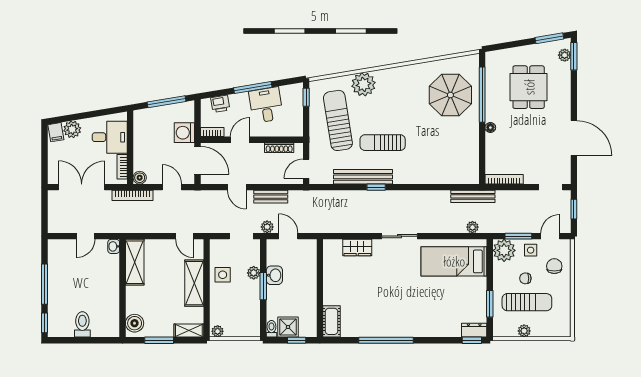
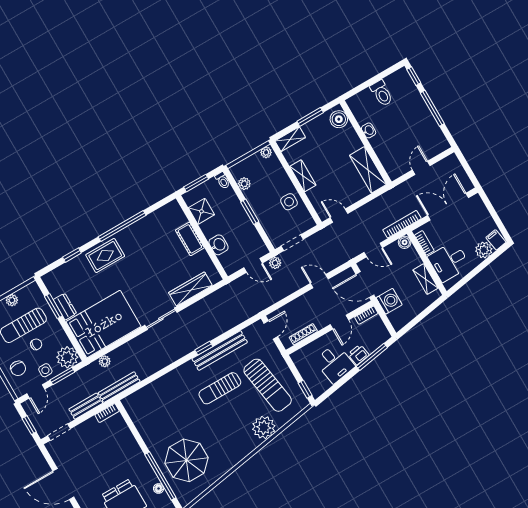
window: (253, 87) -> (372, 357), moved
window: (166, 102) -> (419, 318), removed
printer: (220, 104) -> (358, 355), moved
floor lamp: (490, 128) -> (159, 489), moved
shelving: (140, 134) -> (425, 279), added
sun lounger: (383, 143) -> (220, 388), turned 180
bookcase: (504, 179) -> (107, 413), width x0.64
double door: (82, 187) -> (448, 207), swing flipped
bench: (271, 197) -> (86, 406), moved
washbasin: (114, 246) -> (369, 130), moved
wardrobe: (357, 248) -> (190, 289), width x1.50
bed: (454, 261) -> (104, 324), width x1.50
plant: (254, 273) -> (244, 184), moved
washbasin: (274, 275) -> (218, 245), moved, turned 180
shelving: (194, 283) -> (303, 176), width x0.67, depth x0.75
cot: (332, 321) -> (190, 239), moved
rug: (417, 322) -> (105, 256), added
shower: (288, 327) -> (201, 211), moved
dresser: (474, 330) -> (65, 307), moved, turned -90
window: (297, 340) -> (196, 183), width x1.50
window: (472, 340) -> (72, 255), moved

